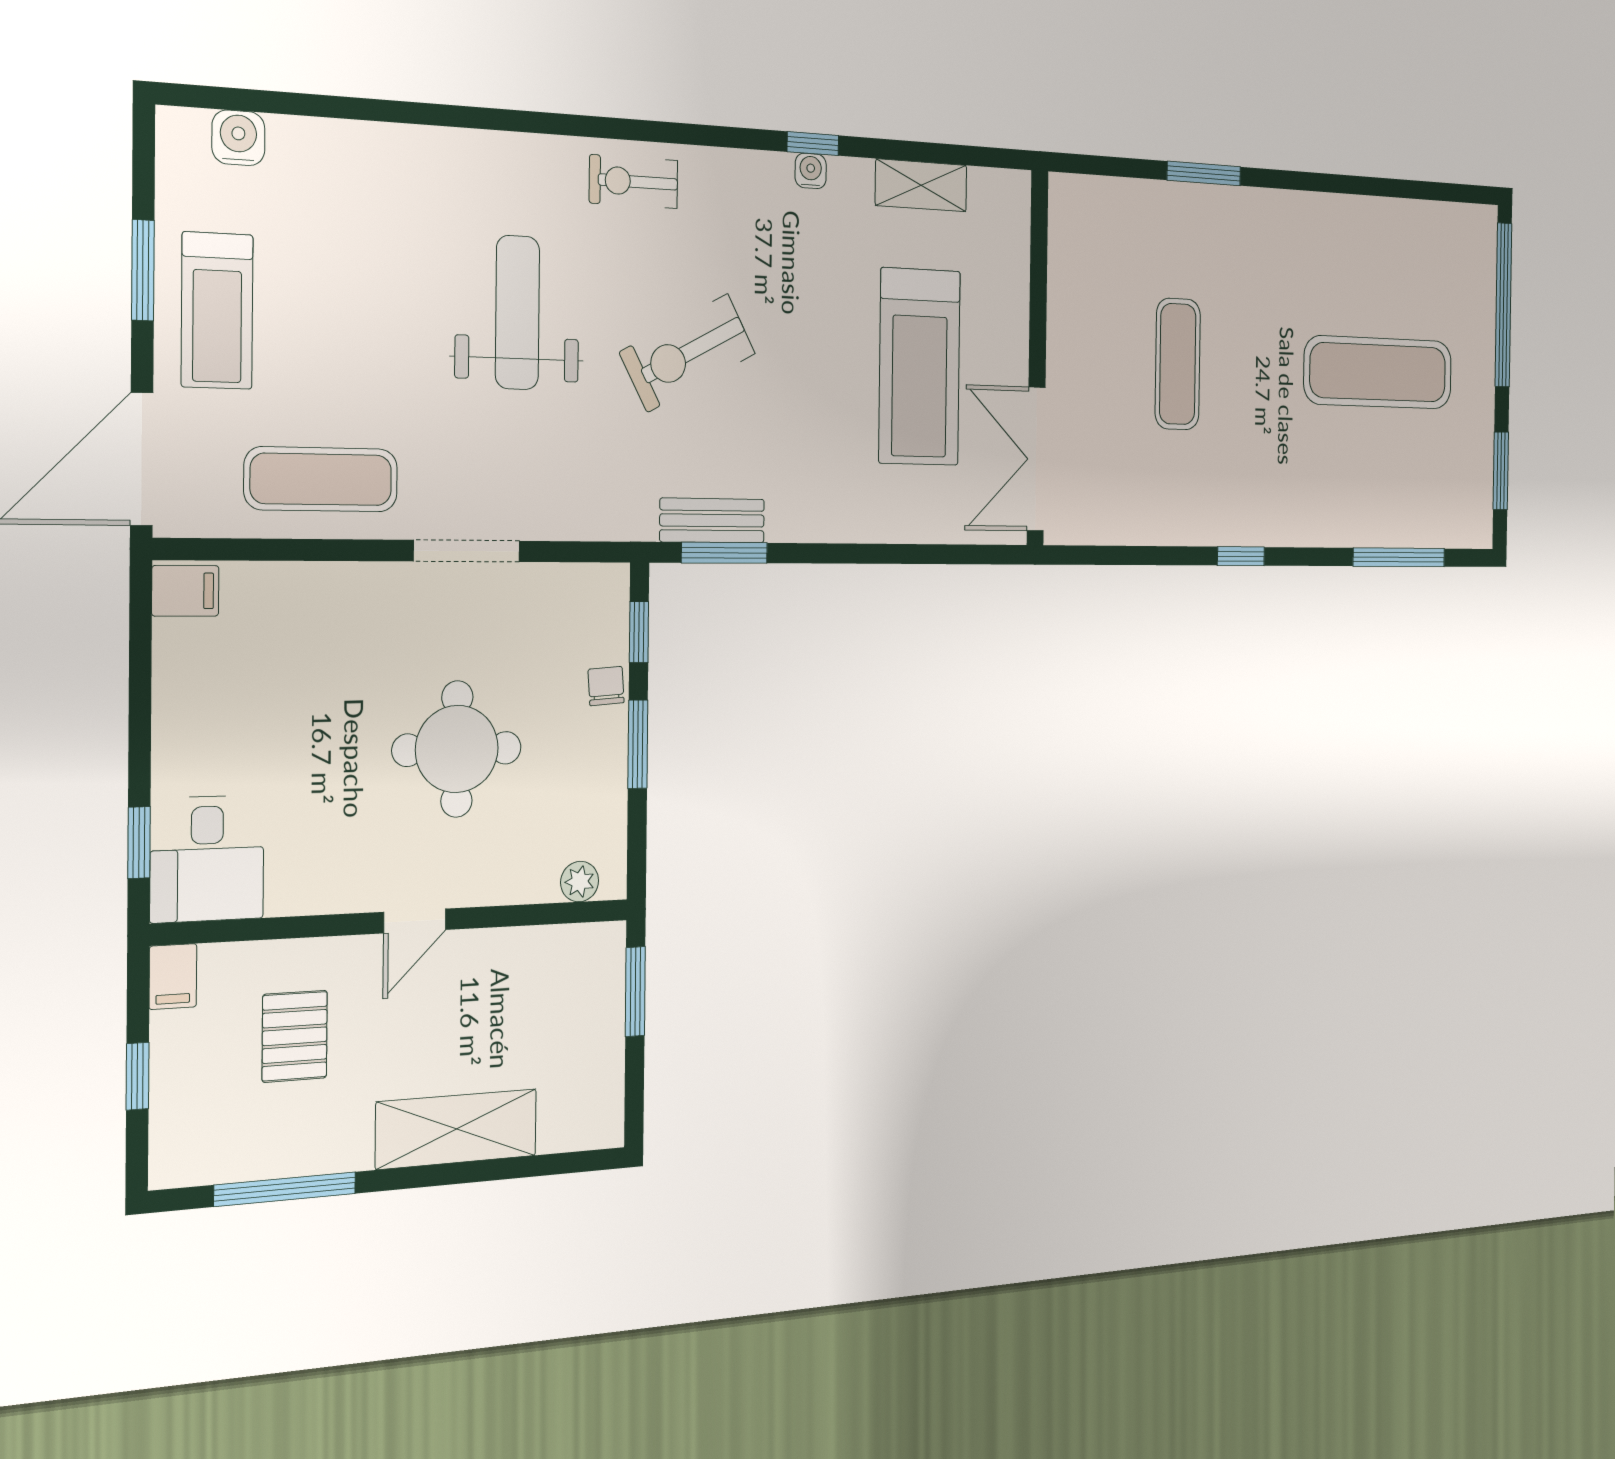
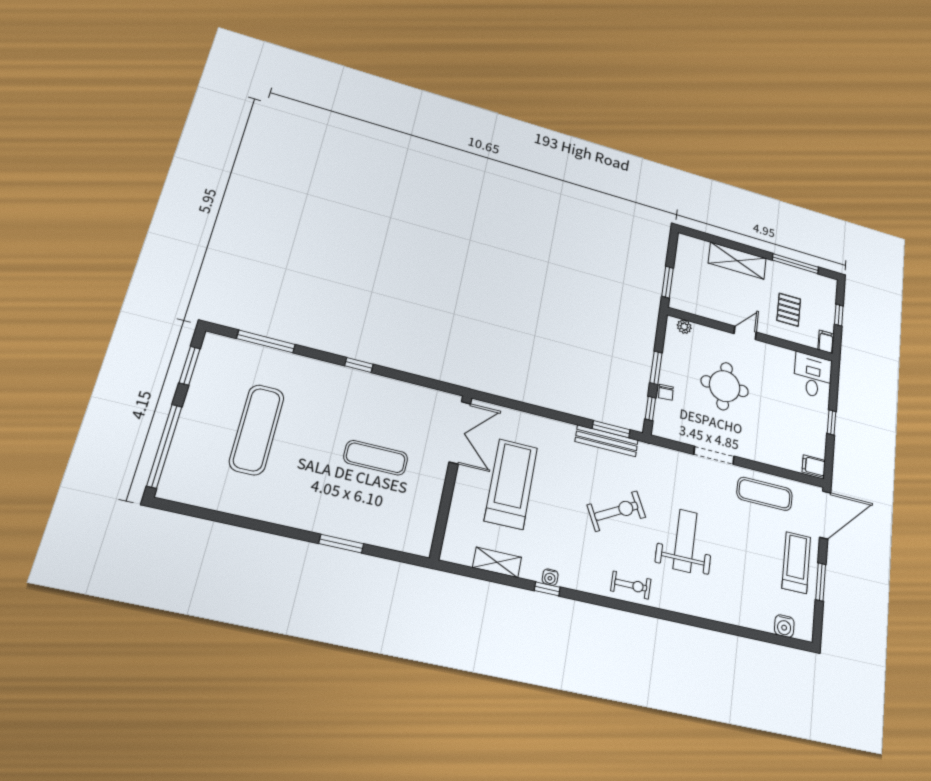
weight bench: (517, 313) -> (685, 541), turned 180
exercise mat: (1178, 364) -> (376, 458), turned 90
exercise mat: (1378, 372) -> (257, 430), turned 90
bench: (712, 520) -> (607, 441), width x1.36
window: (139, 843) -> (831, 422), moved

